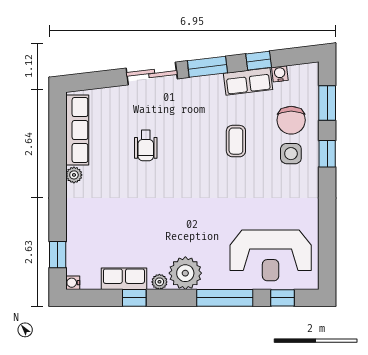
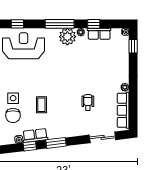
sliding door: (152, 73) -> (103, 137), moved
chair: (291, 120) -> (13, 115), turned 180
window: (225, 298) -> (60, 24), moved

